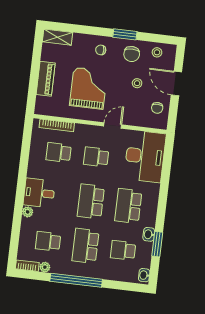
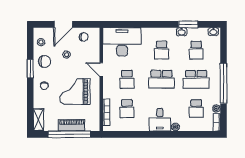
window: (34, 75) -> (69, 134), added
school desk: (128, 206) -> (162, 50), width x0.54

